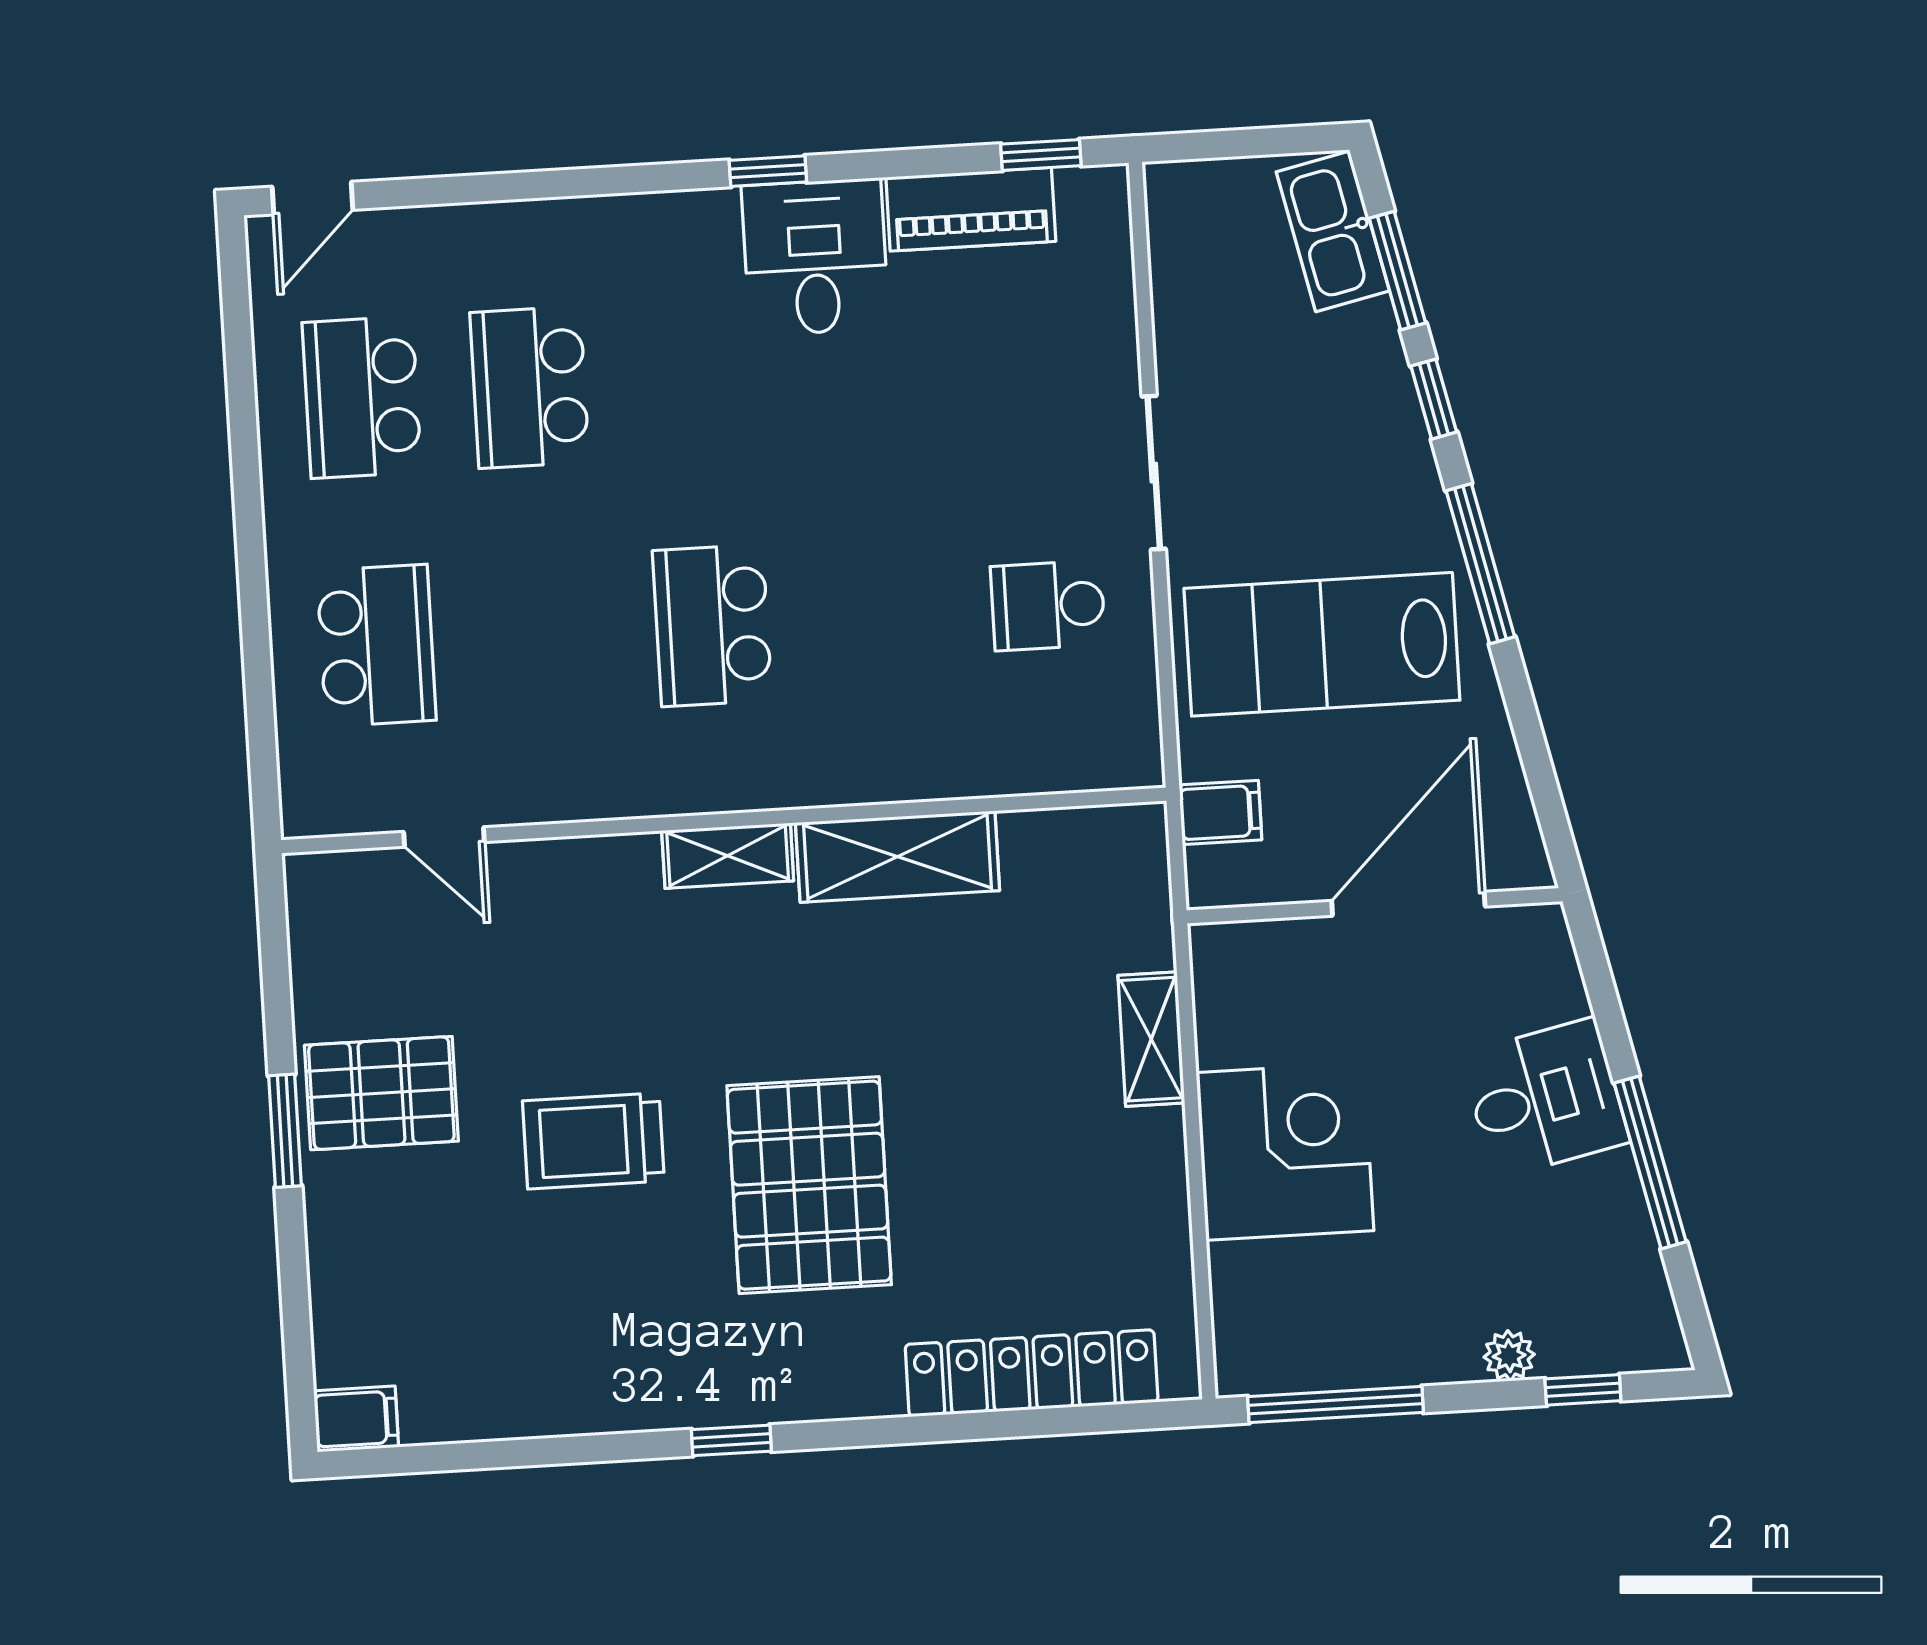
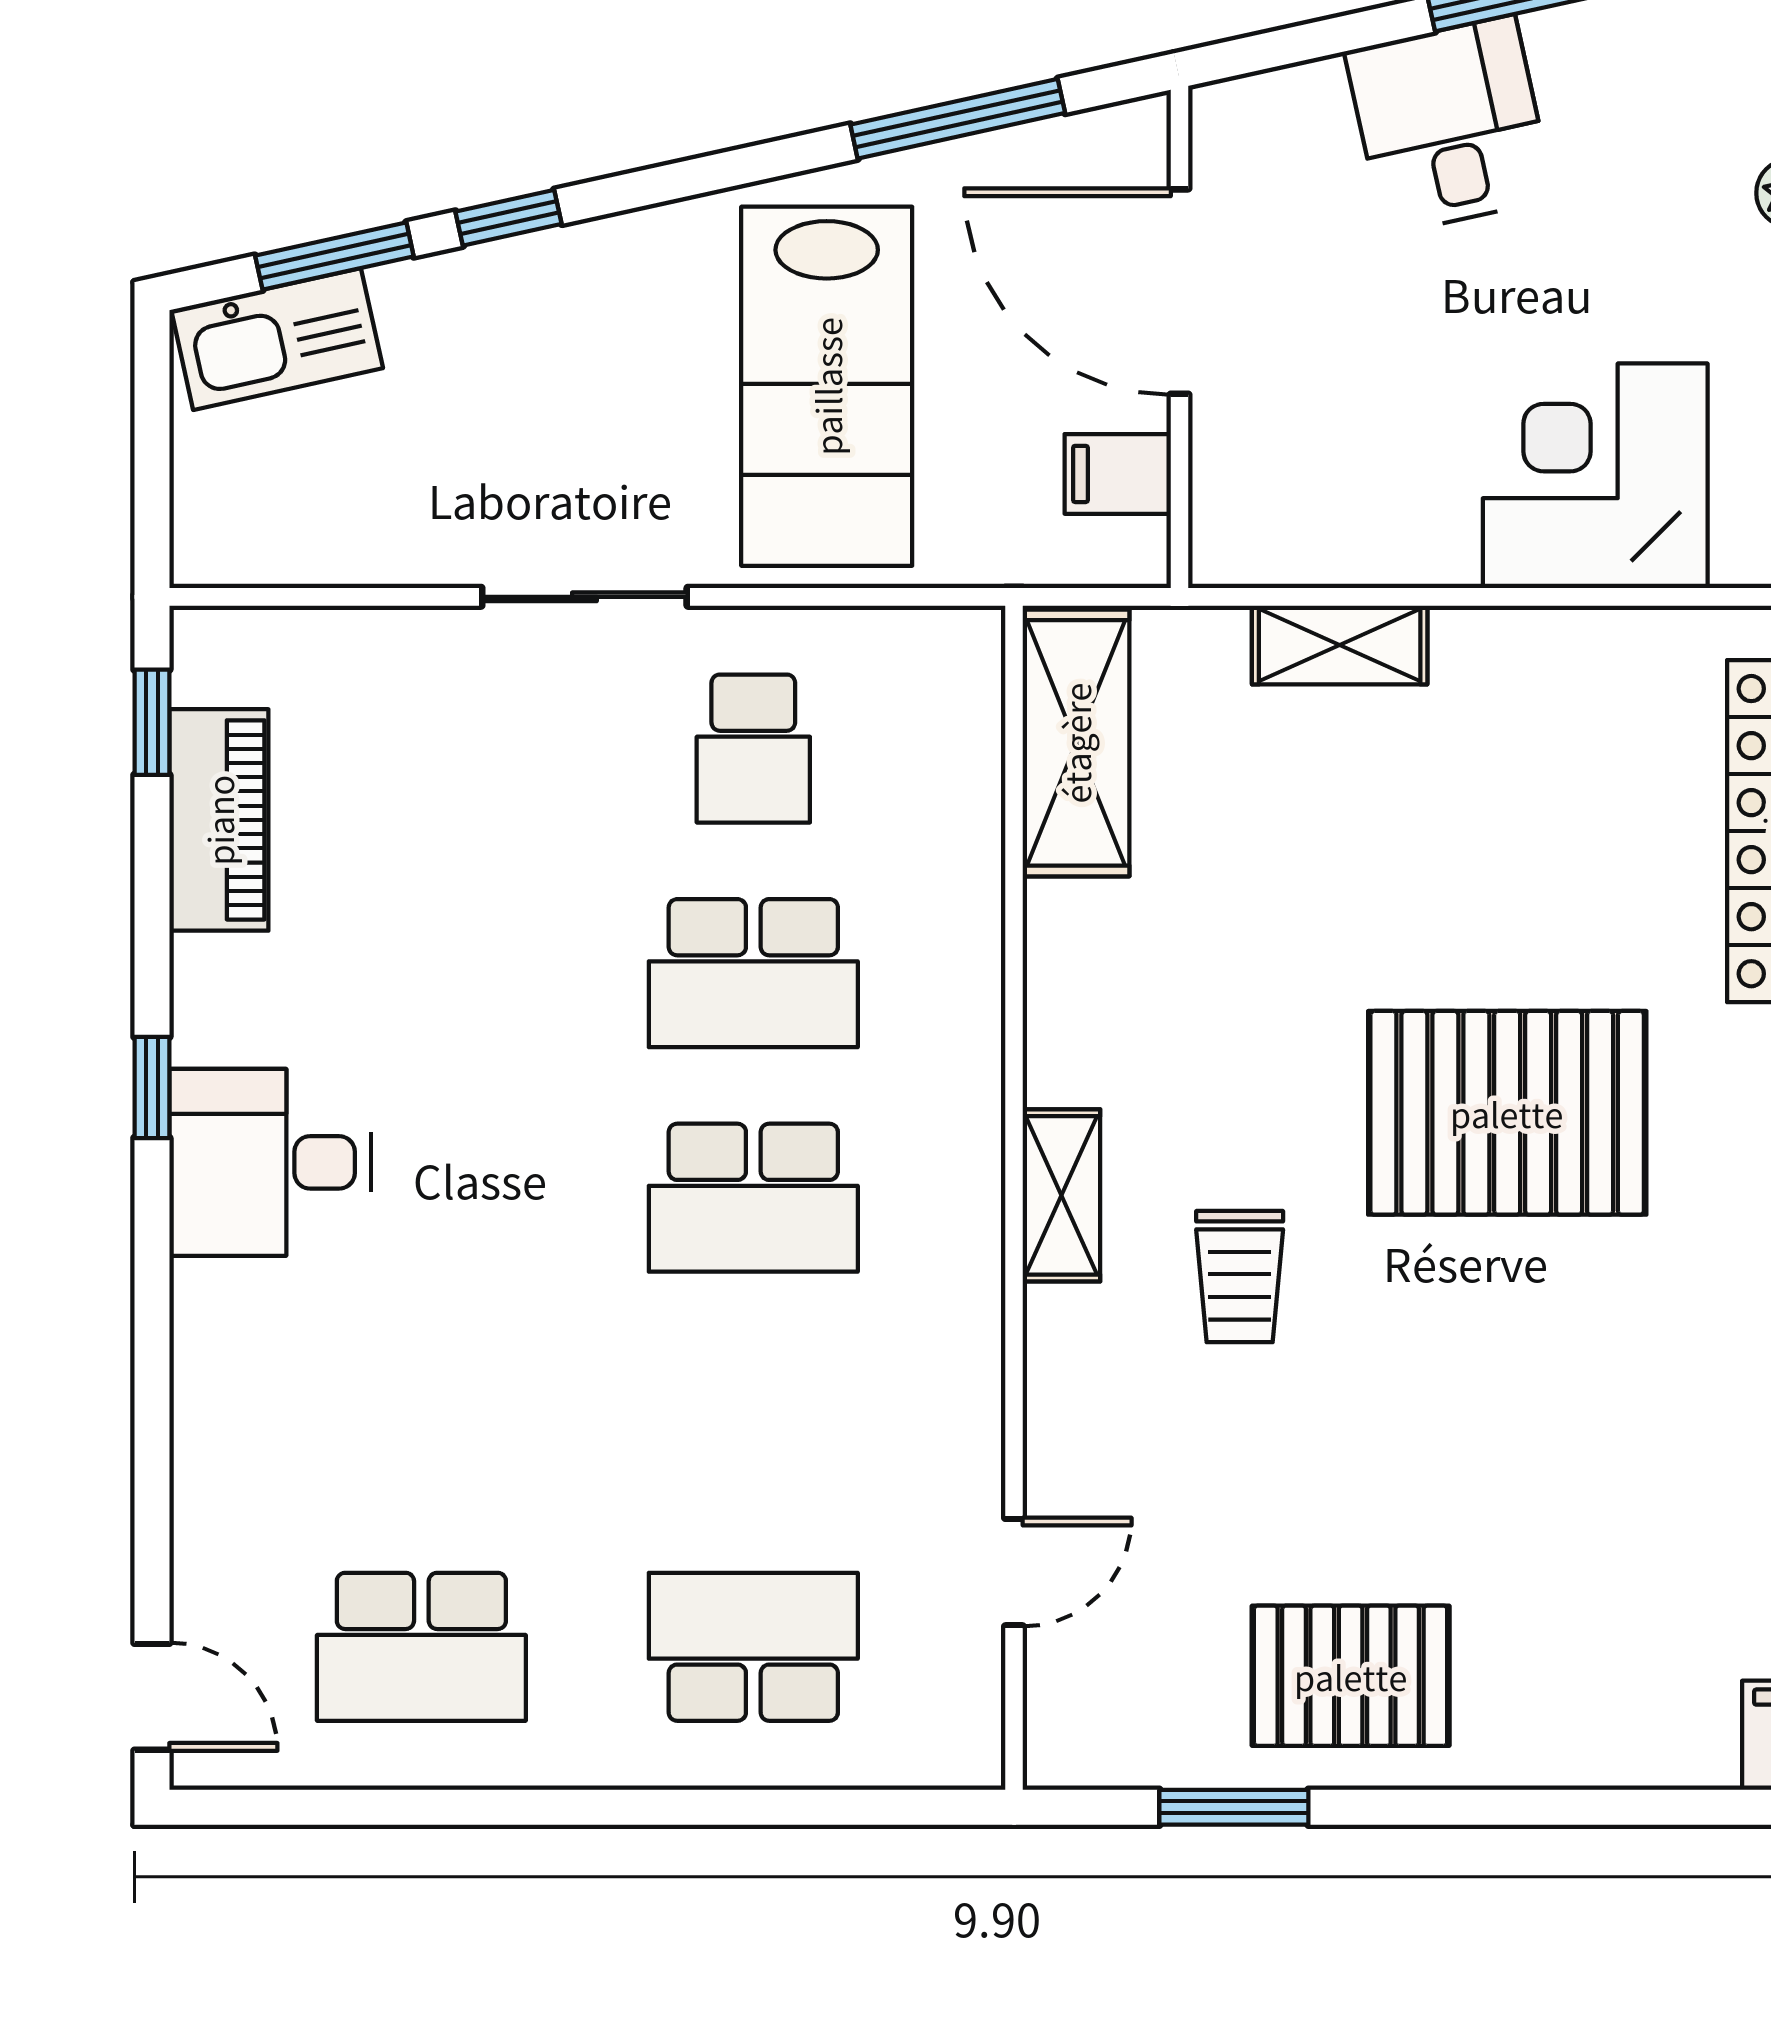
desk: (815, 257) -> (270, 1162), moved
school desk: (530, 387) -> (753, 973), moved
window: (1480, 564) -> (958, 119), moved
filing cabinet: (1220, 812) -> (1118, 474), moved, turned -90
shelving: (898, 857) -> (1076, 743), moved
pallet: (381, 1093) -> (1351, 1676), turned 90
window: (285, 1131) -> (1234, 1807), moved
trolley: (593, 1141) -> (1240, 1277), moved, width x0.73, depth x0.72
corner desk: (1285, 1152) -> (1595, 476), moved

